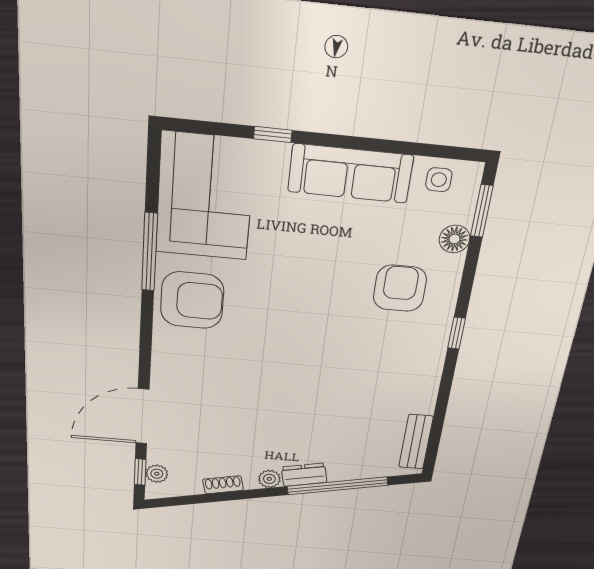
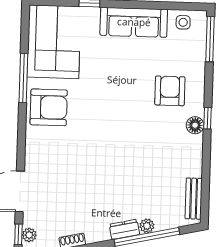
window: (482, 211) -> (210, 39), width x1.44
floor lamp: (454, 239) -> (195, 125), moved
plant: (269, 479) -> (147, 226), moved

